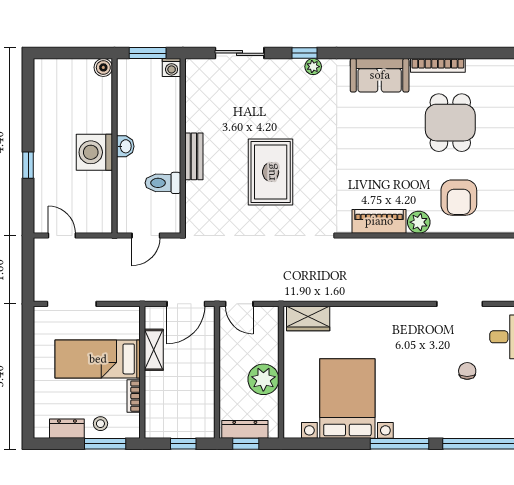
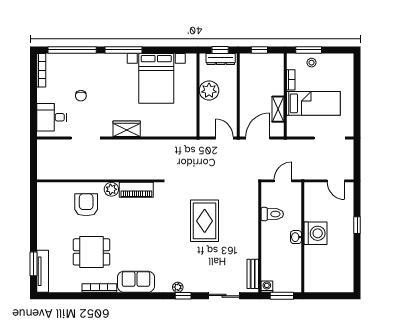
boiler: (103, 67) -> (310, 287), removed
dining table: (450, 123) -> (92, 252), turned 90
bench: (194, 156) -> (253, 274), moved
wardrobe: (308, 318) -> (127, 129), moved
dresser: (67, 429) -> (333, 59), removed

